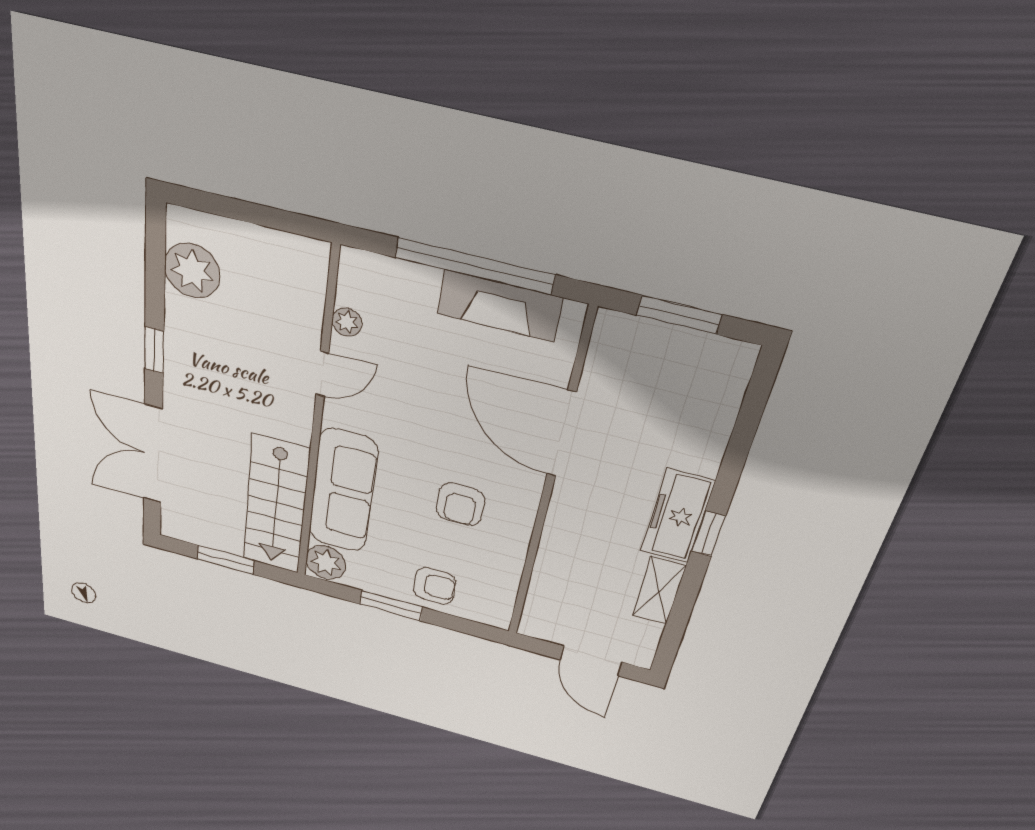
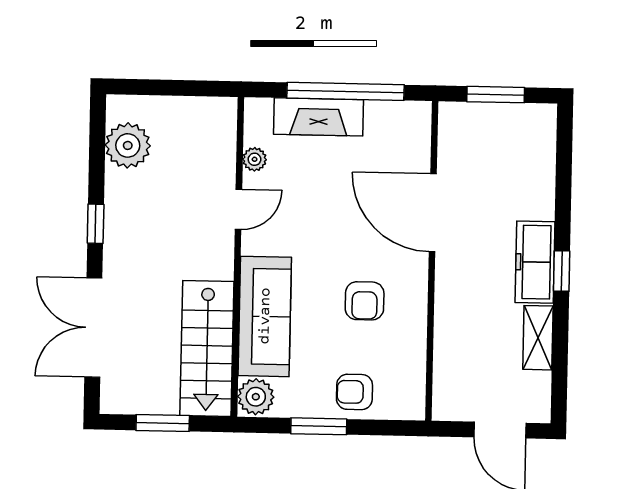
fireplace: (500, 306) -> (319, 117), moved
armchair: (435, 586) -> (354, 392), turned 180

